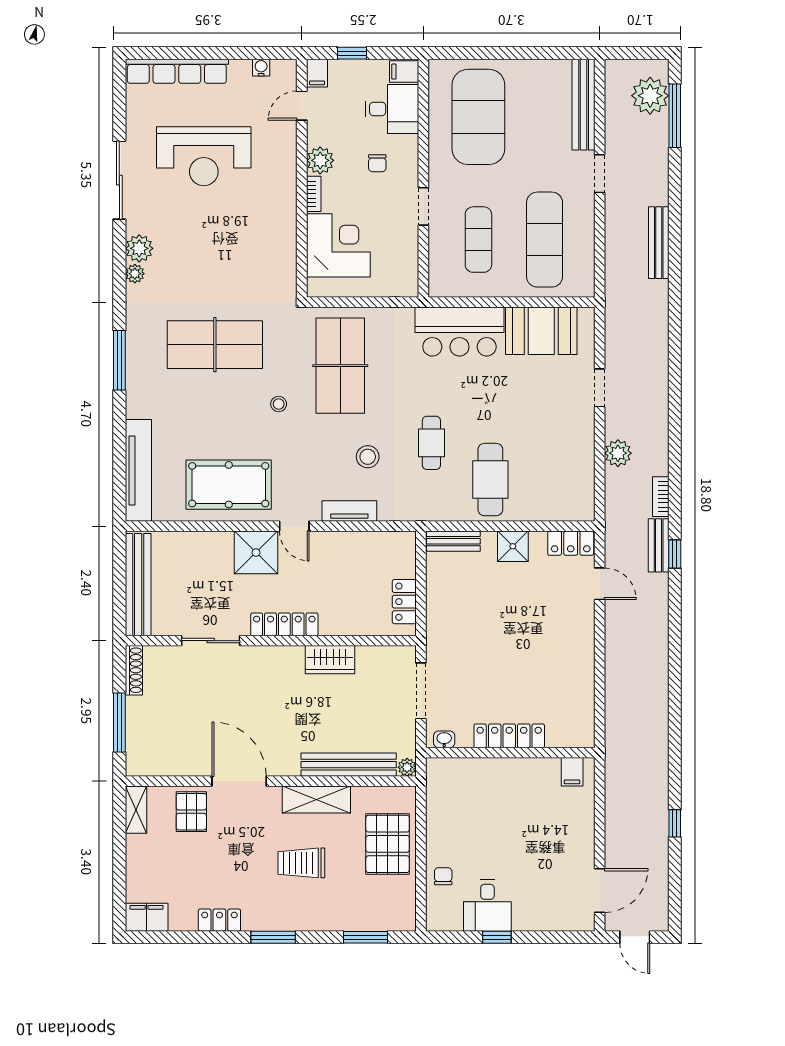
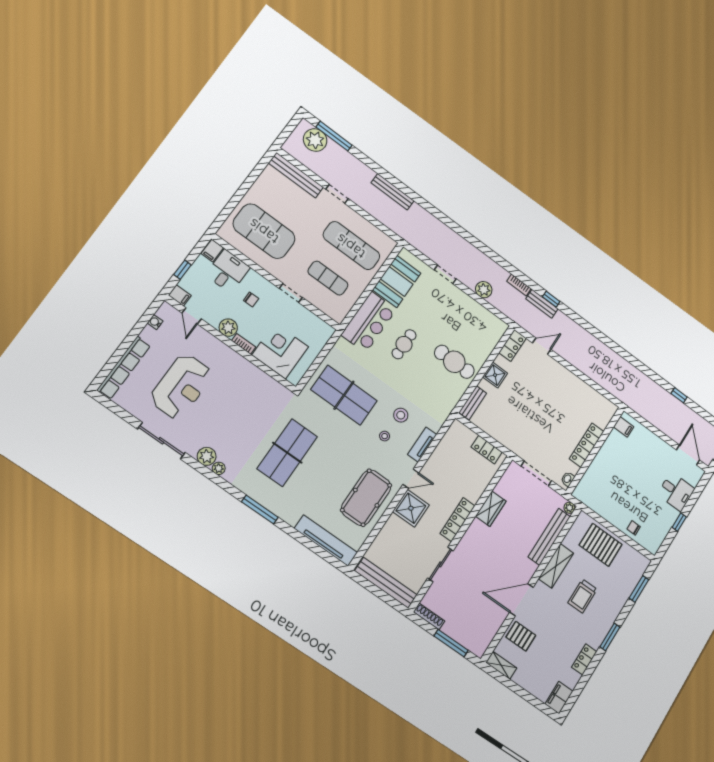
stool: (279, 404) -> (385, 436), moved
cafe table: (431, 443) -> (404, 344), moved, turned 90
desk: (487, 906) -> (676, 492), moved

